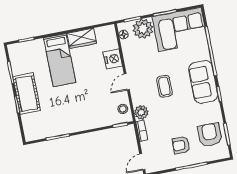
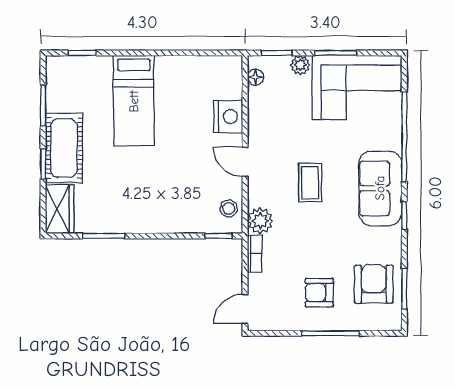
plant: (143, 29) -> (300, 65), width x0.53, depth x0.53
wardrobe: (82, 38) -> (60, 209), moved, turned -90
door: (127, 82) -> (245, 162), hinge flipped

